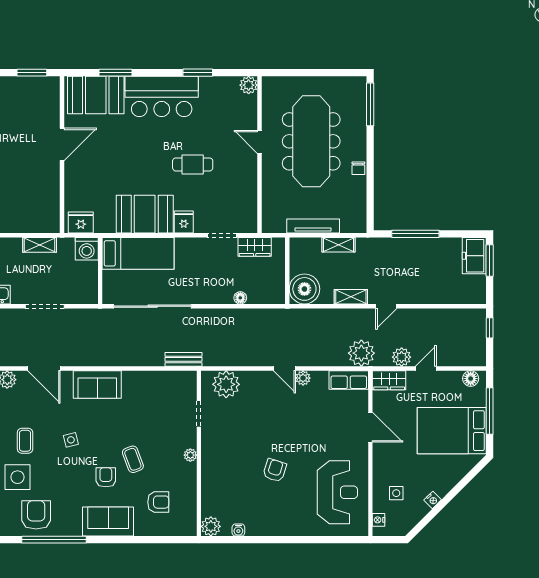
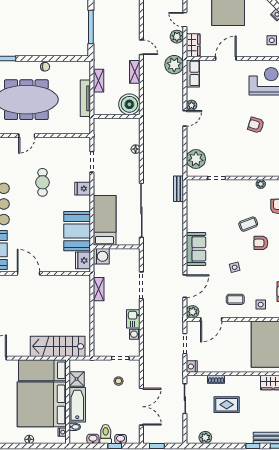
booth: (145, 214) -> (77, 231), moved
wardrobe: (255, 247) -> (100, 139), removed
plant: (190, 455) -> (261, 184), moved
side table: (18, 477) -> (261, 305), width x0.54, depth x0.54

